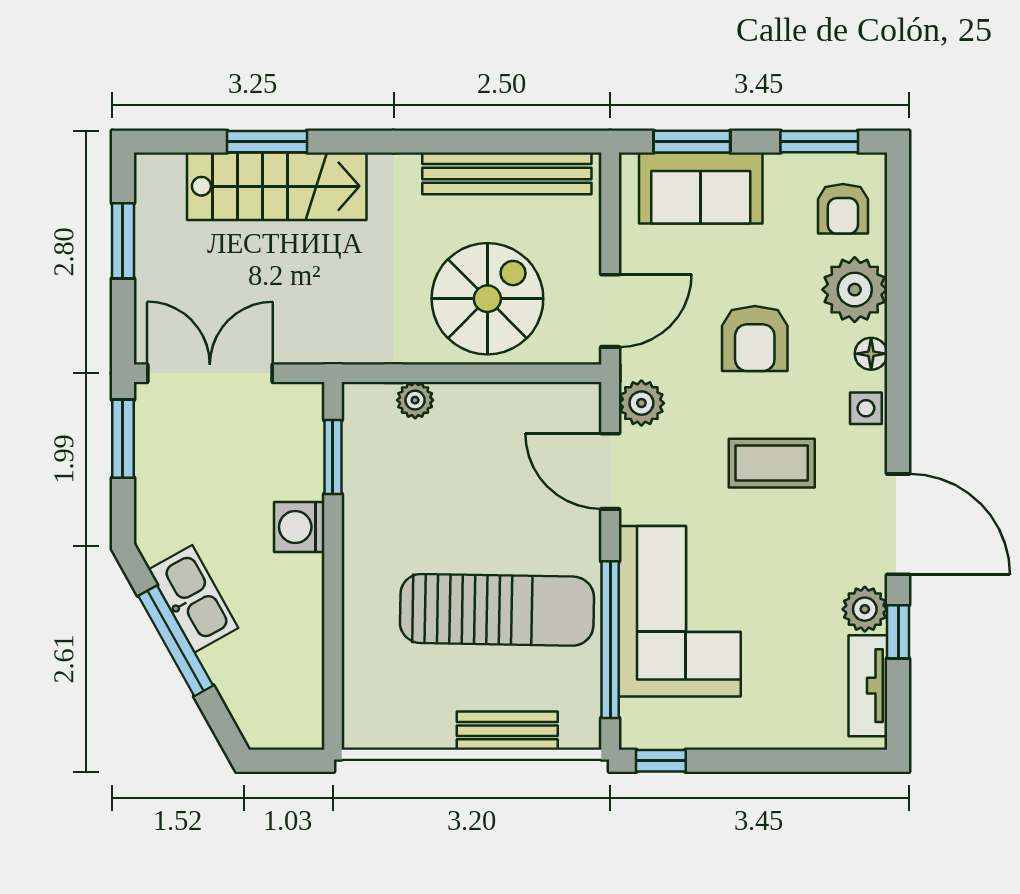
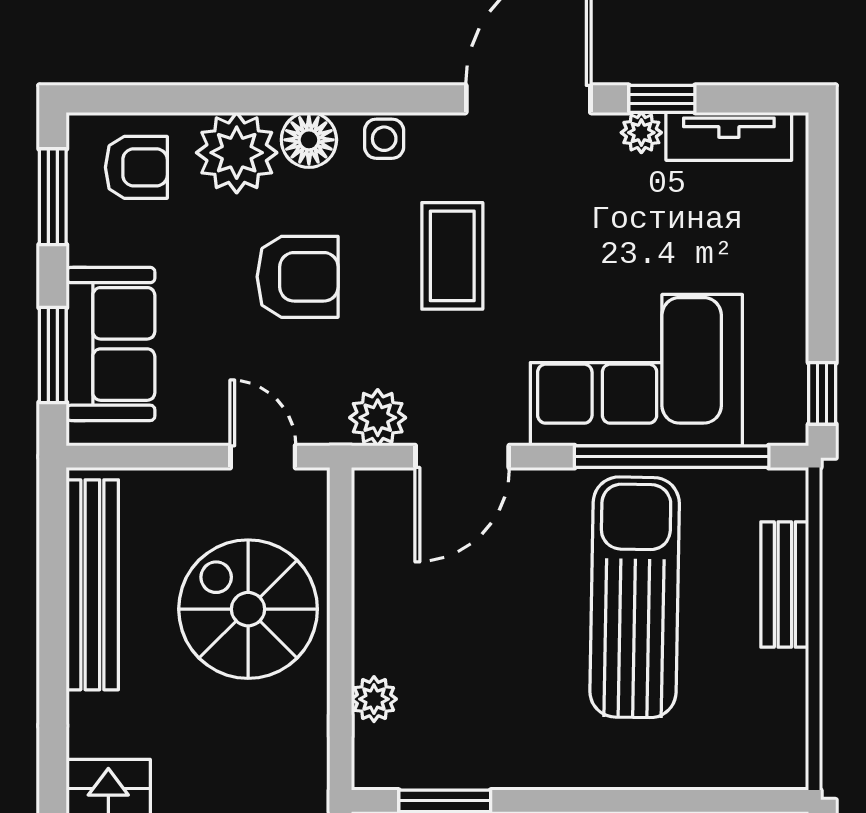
door: (610, 311) -> (263, 457), width x0.73
floor lamp: (871, 354) -> (309, 140), width x1.37, depth x1.37
plant: (865, 609) -> (641, 133), width x0.73, depth x0.73

